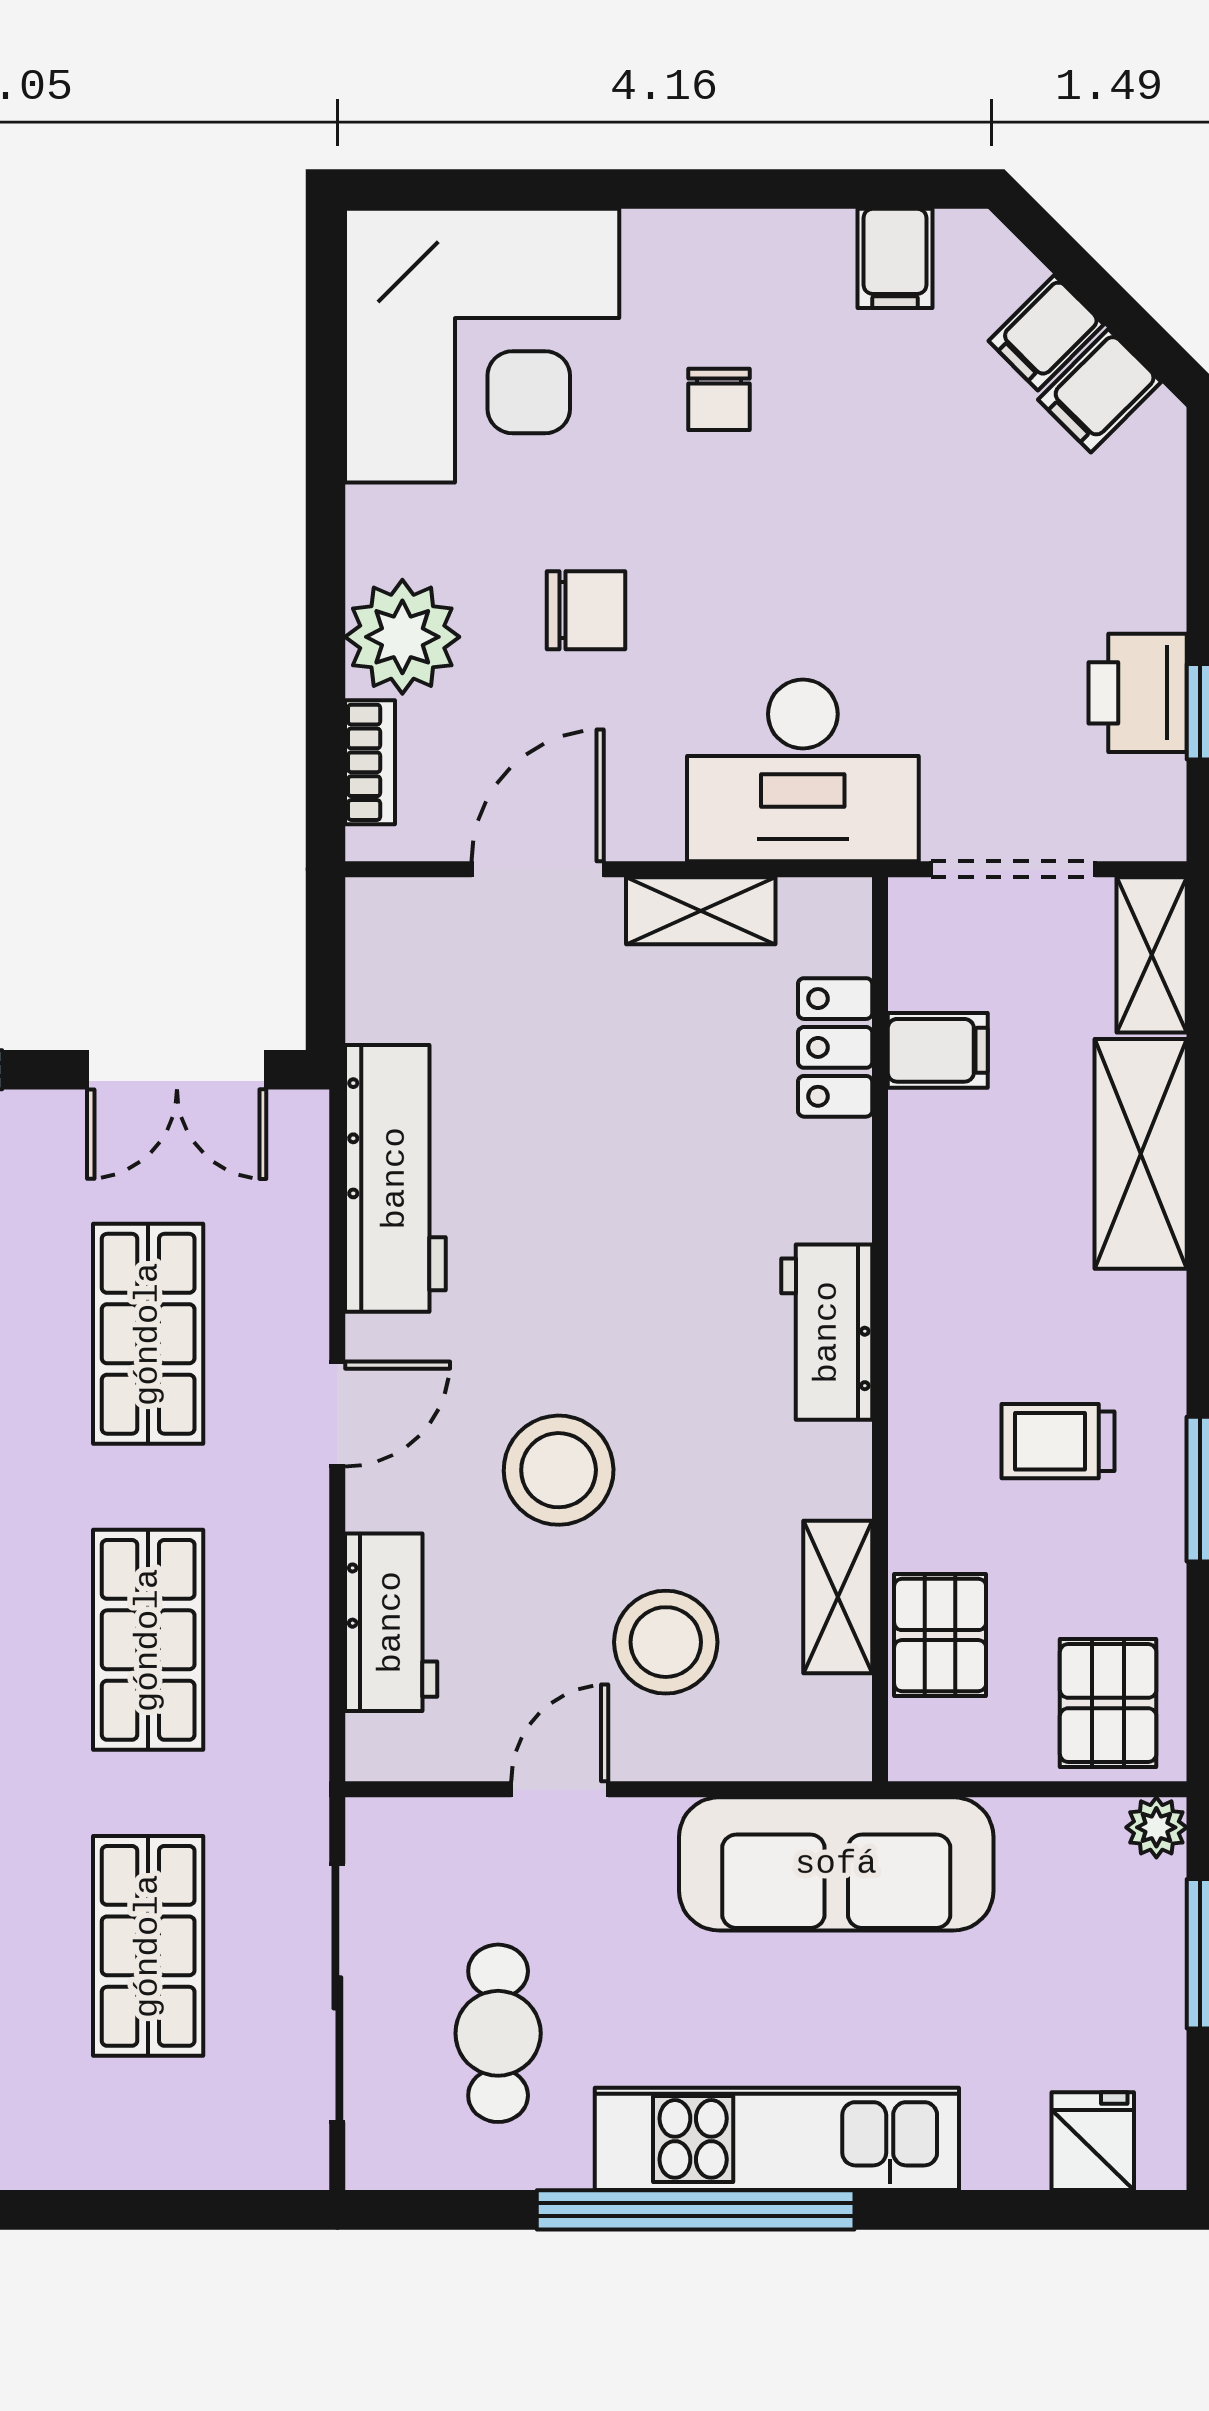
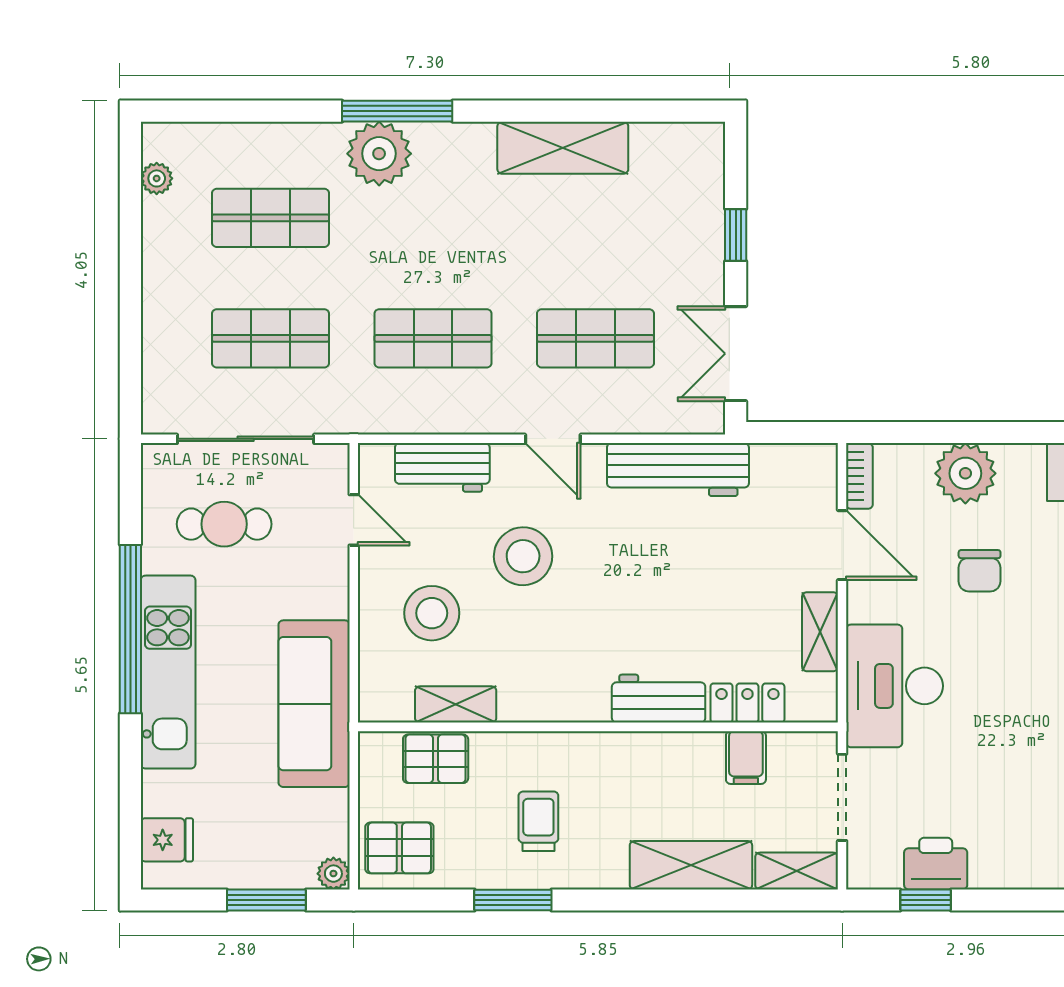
bookcase: (370, 762) -> (859, 476), moved, turned -90
workbench: (827, 1332) -> (659, 699), moved
door: (560, 1789) -> (354, 520), moved

